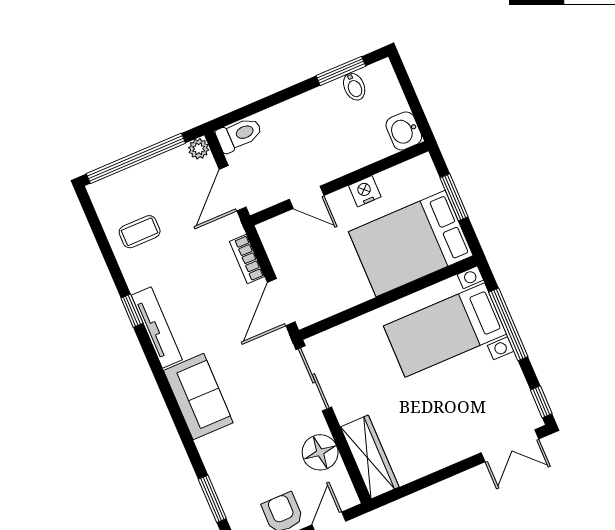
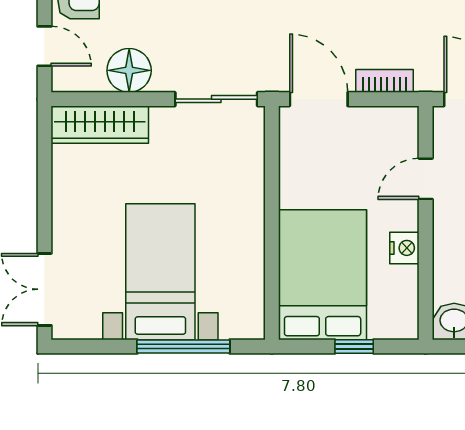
window: (454, 197) -> (354, 347), width x0.67
bed with nightstands: (445, 330) -> (160, 272), moved
window: (541, 402) -> (79, 347), removed

